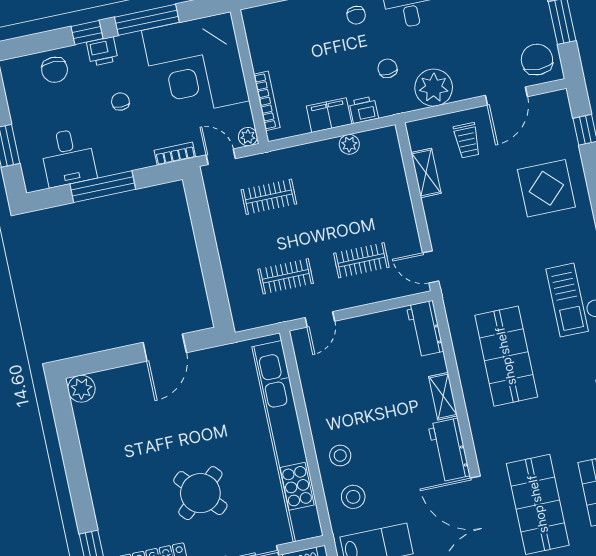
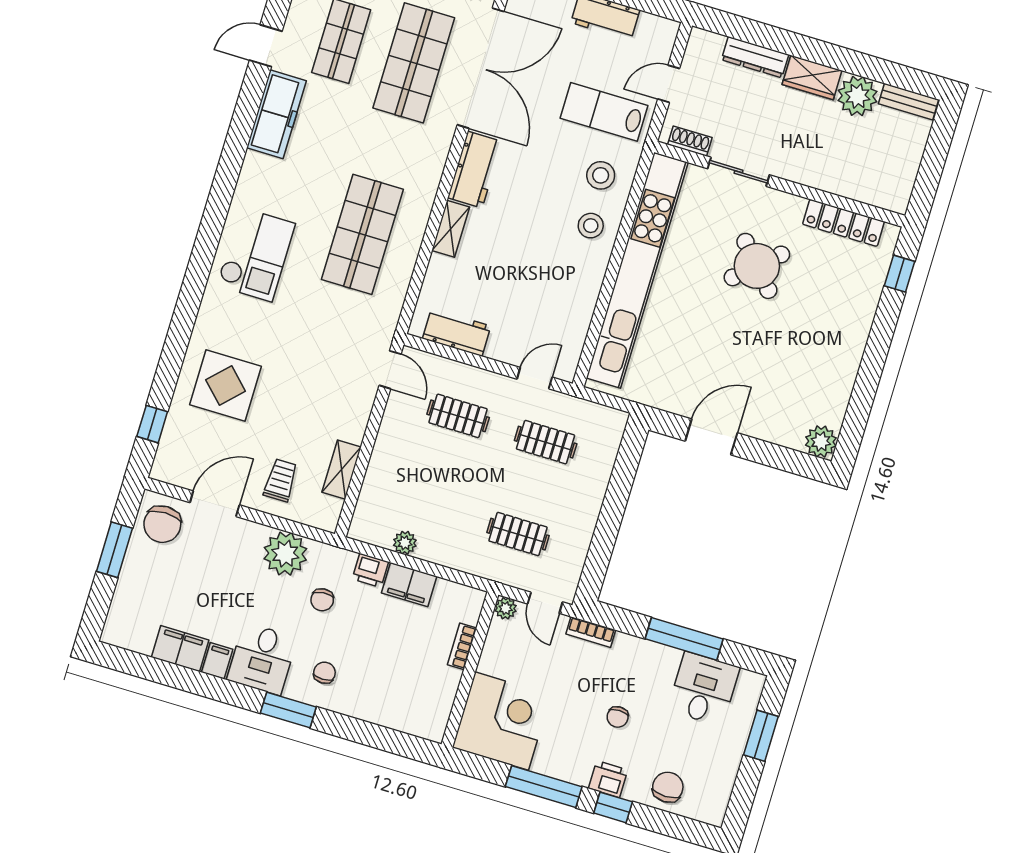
corner desk: (196, 66) -> (502, 721), width x0.74, depth x0.74
bookcase: (267, 101) -> (462, 646), width x0.64
workbench: (425, 329) -> (457, 332), moved, turned -90

